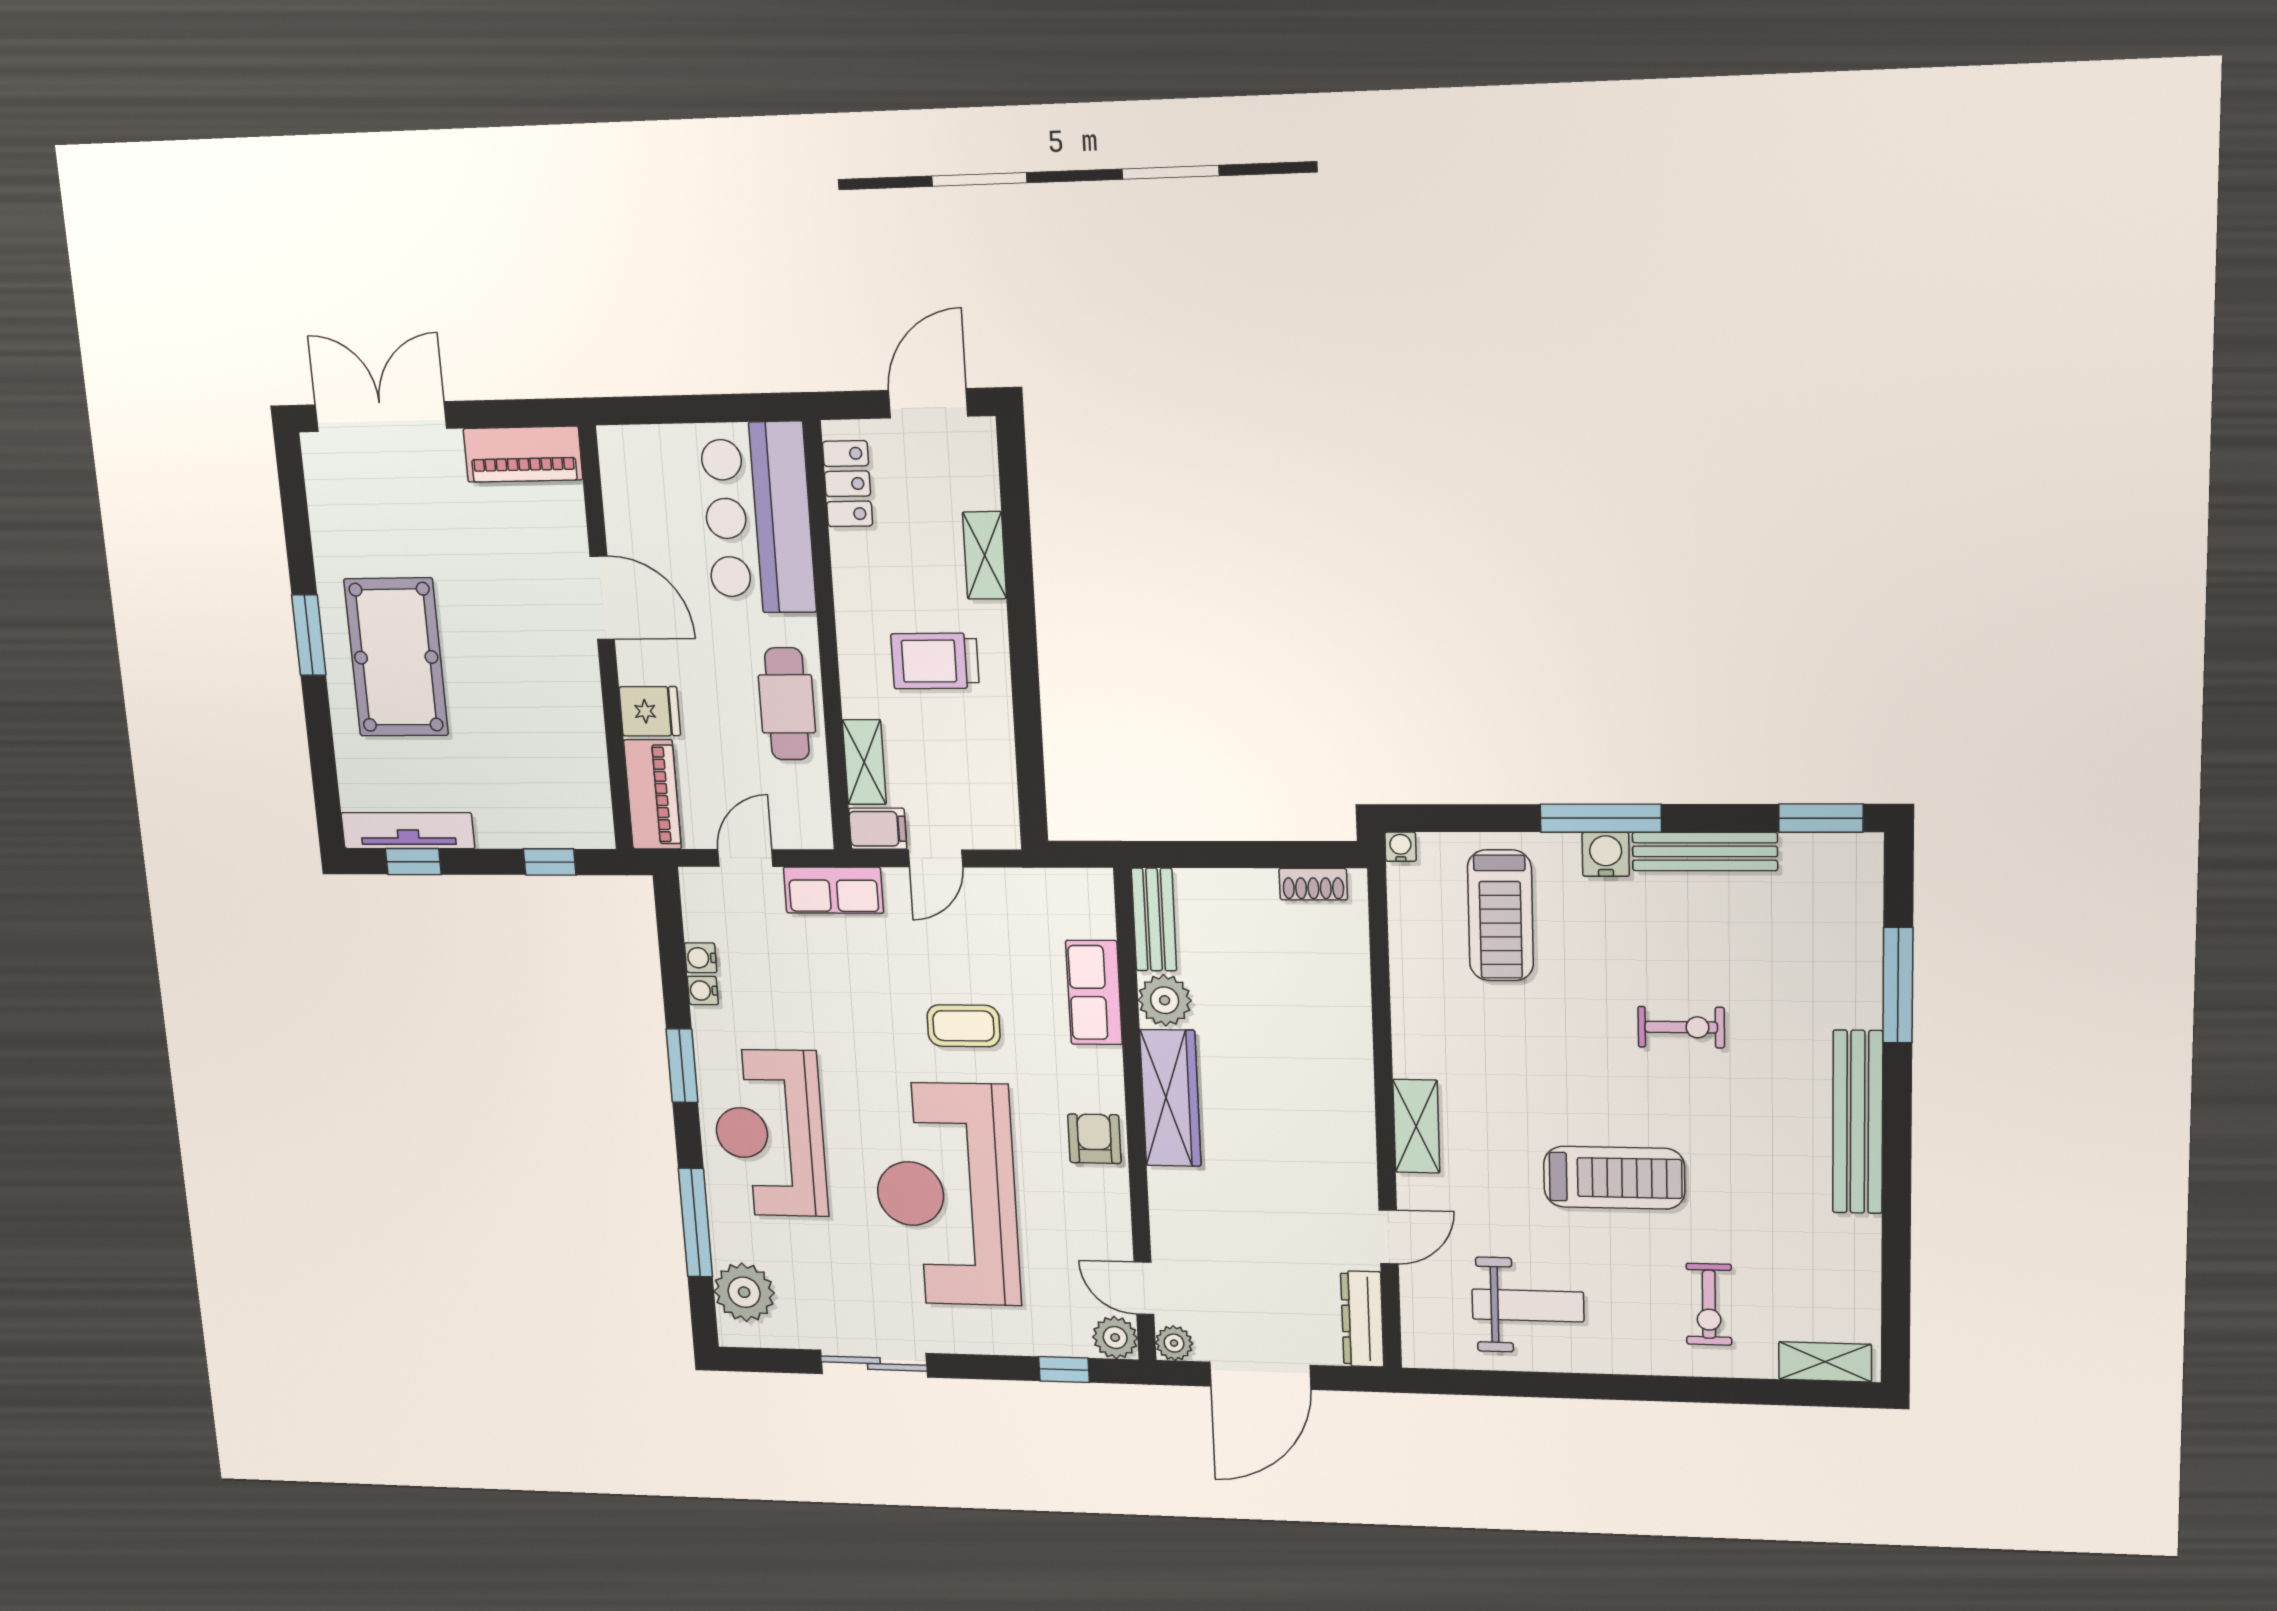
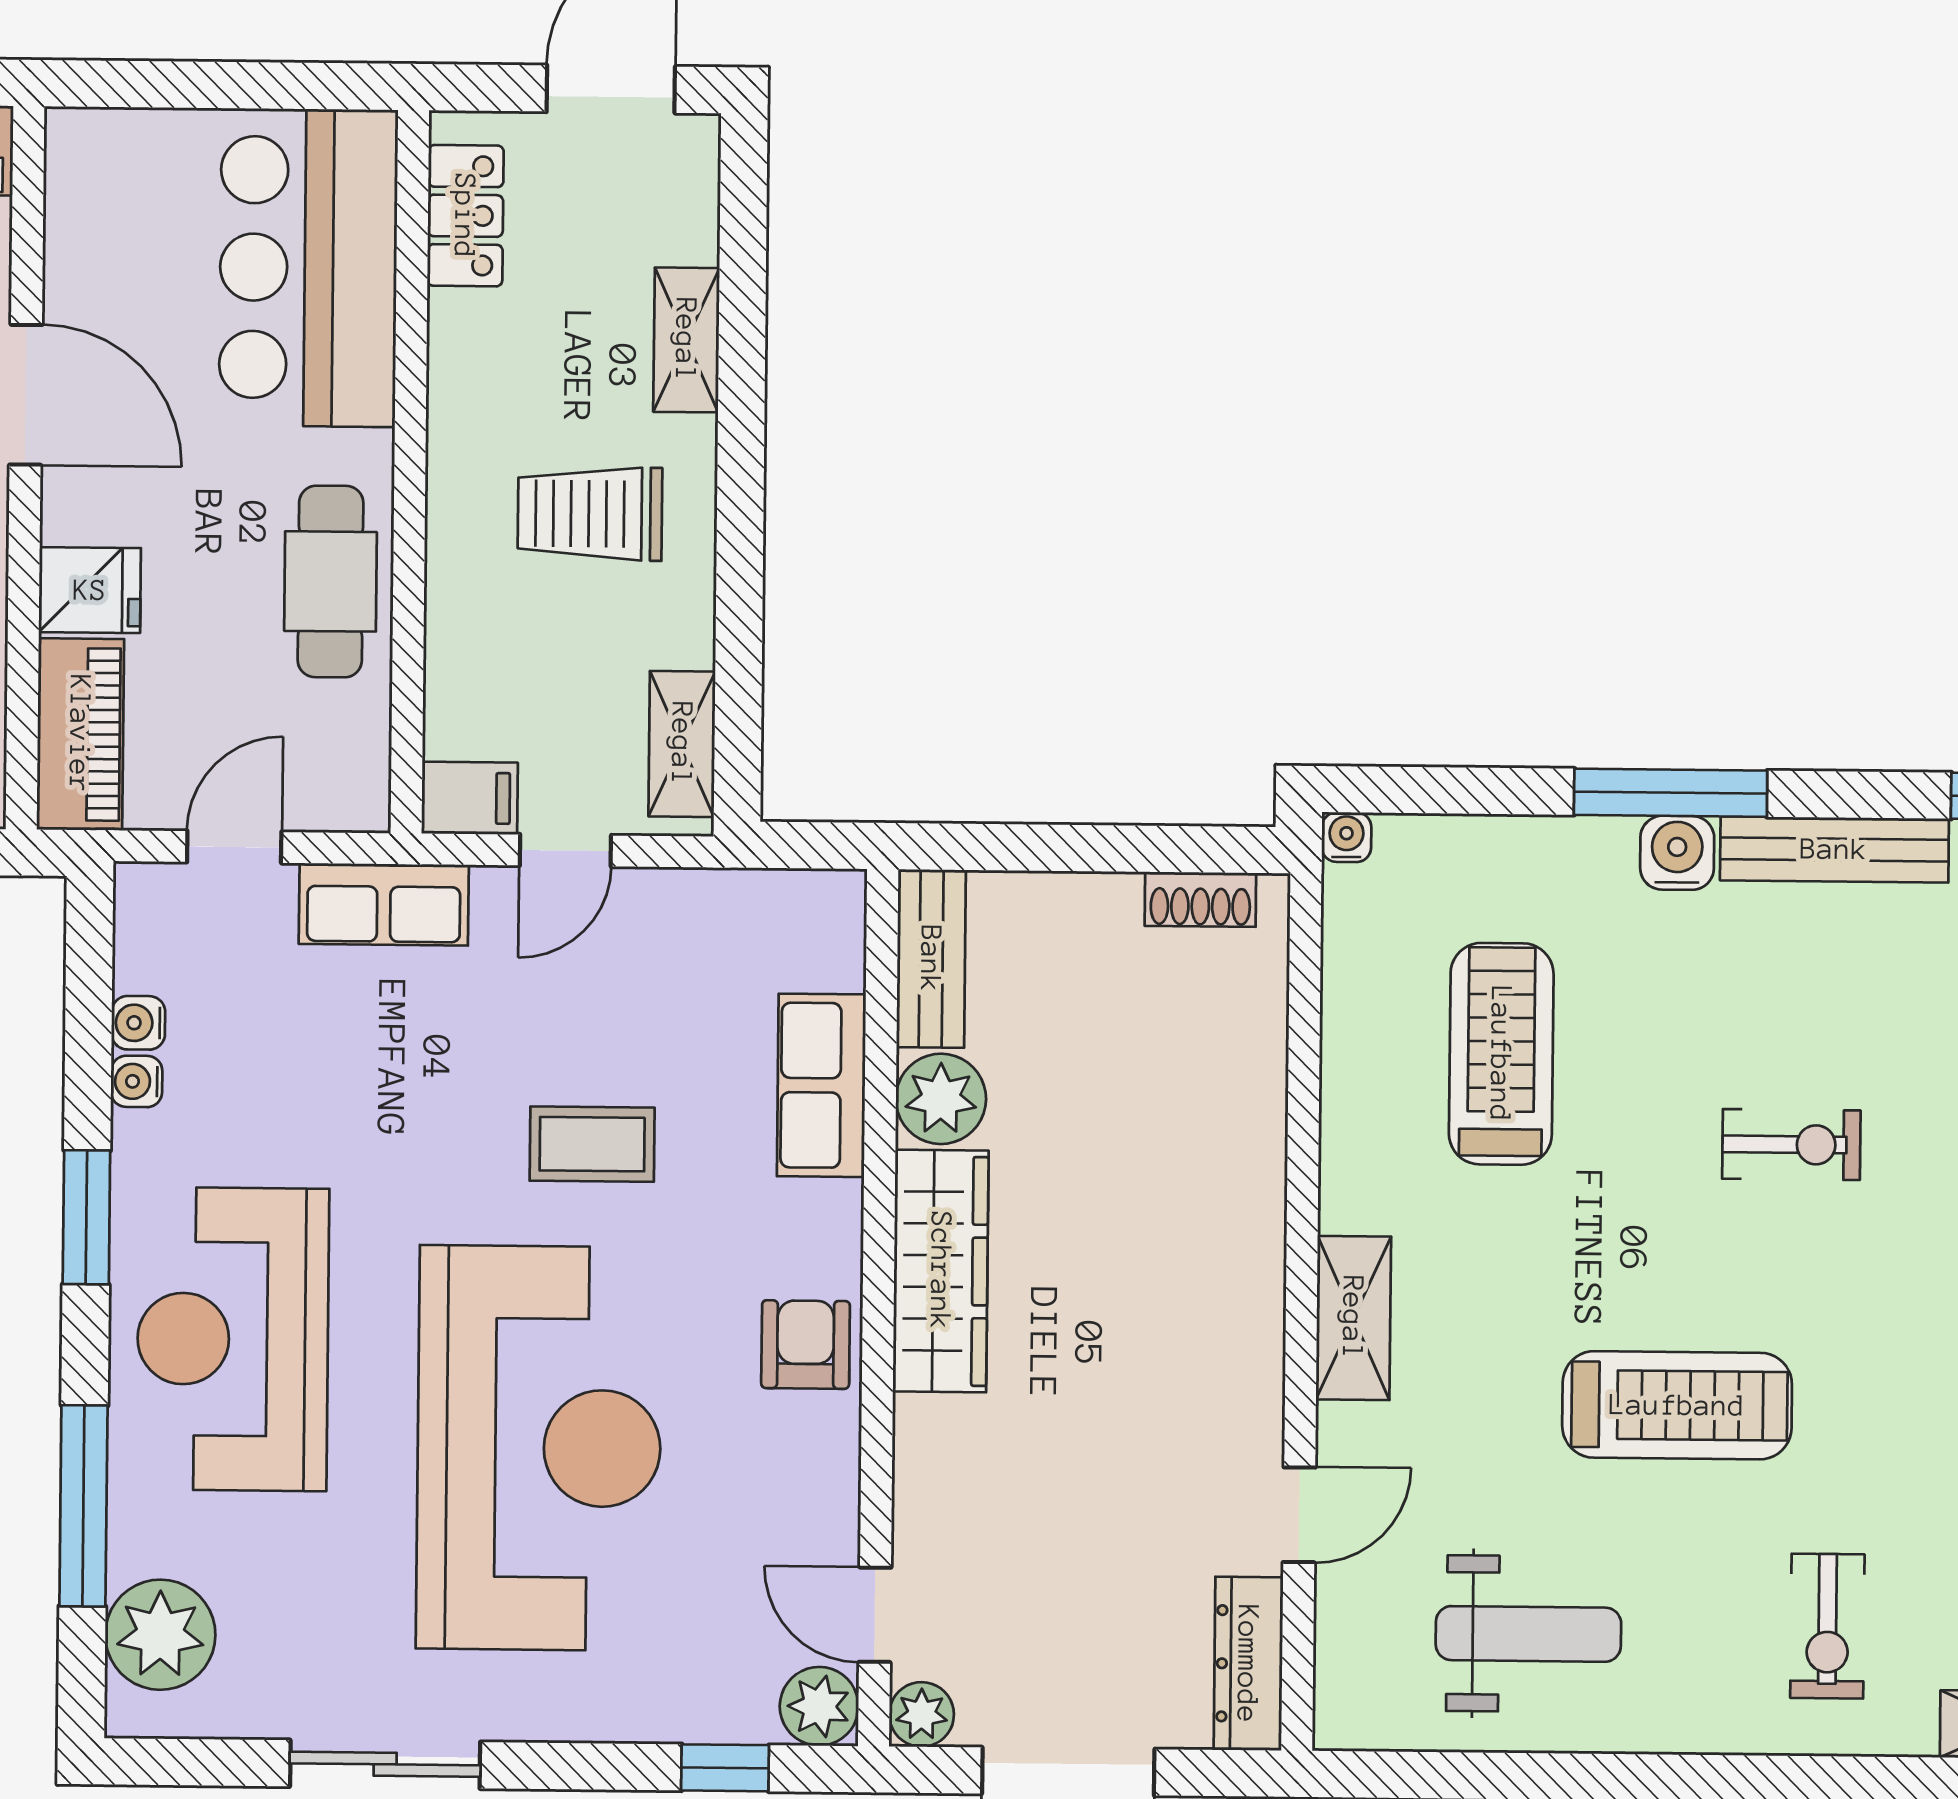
shelving: (864, 762) -> (682, 744), moved
treadmill: (1500, 915) -> (1501, 1054), moved, turned 180
reception desk: (946, 1194) -> (539, 1448), turned 180

